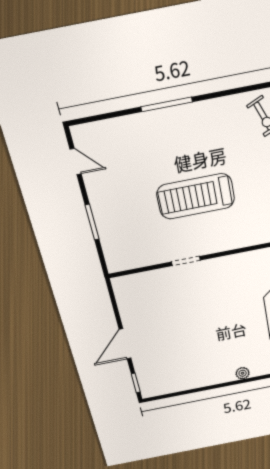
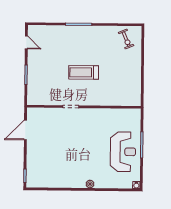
treadmill: (196, 196) -> (84, 72), width x0.73, depth x0.73
door: (125, 344) -> (25, 130), moved

